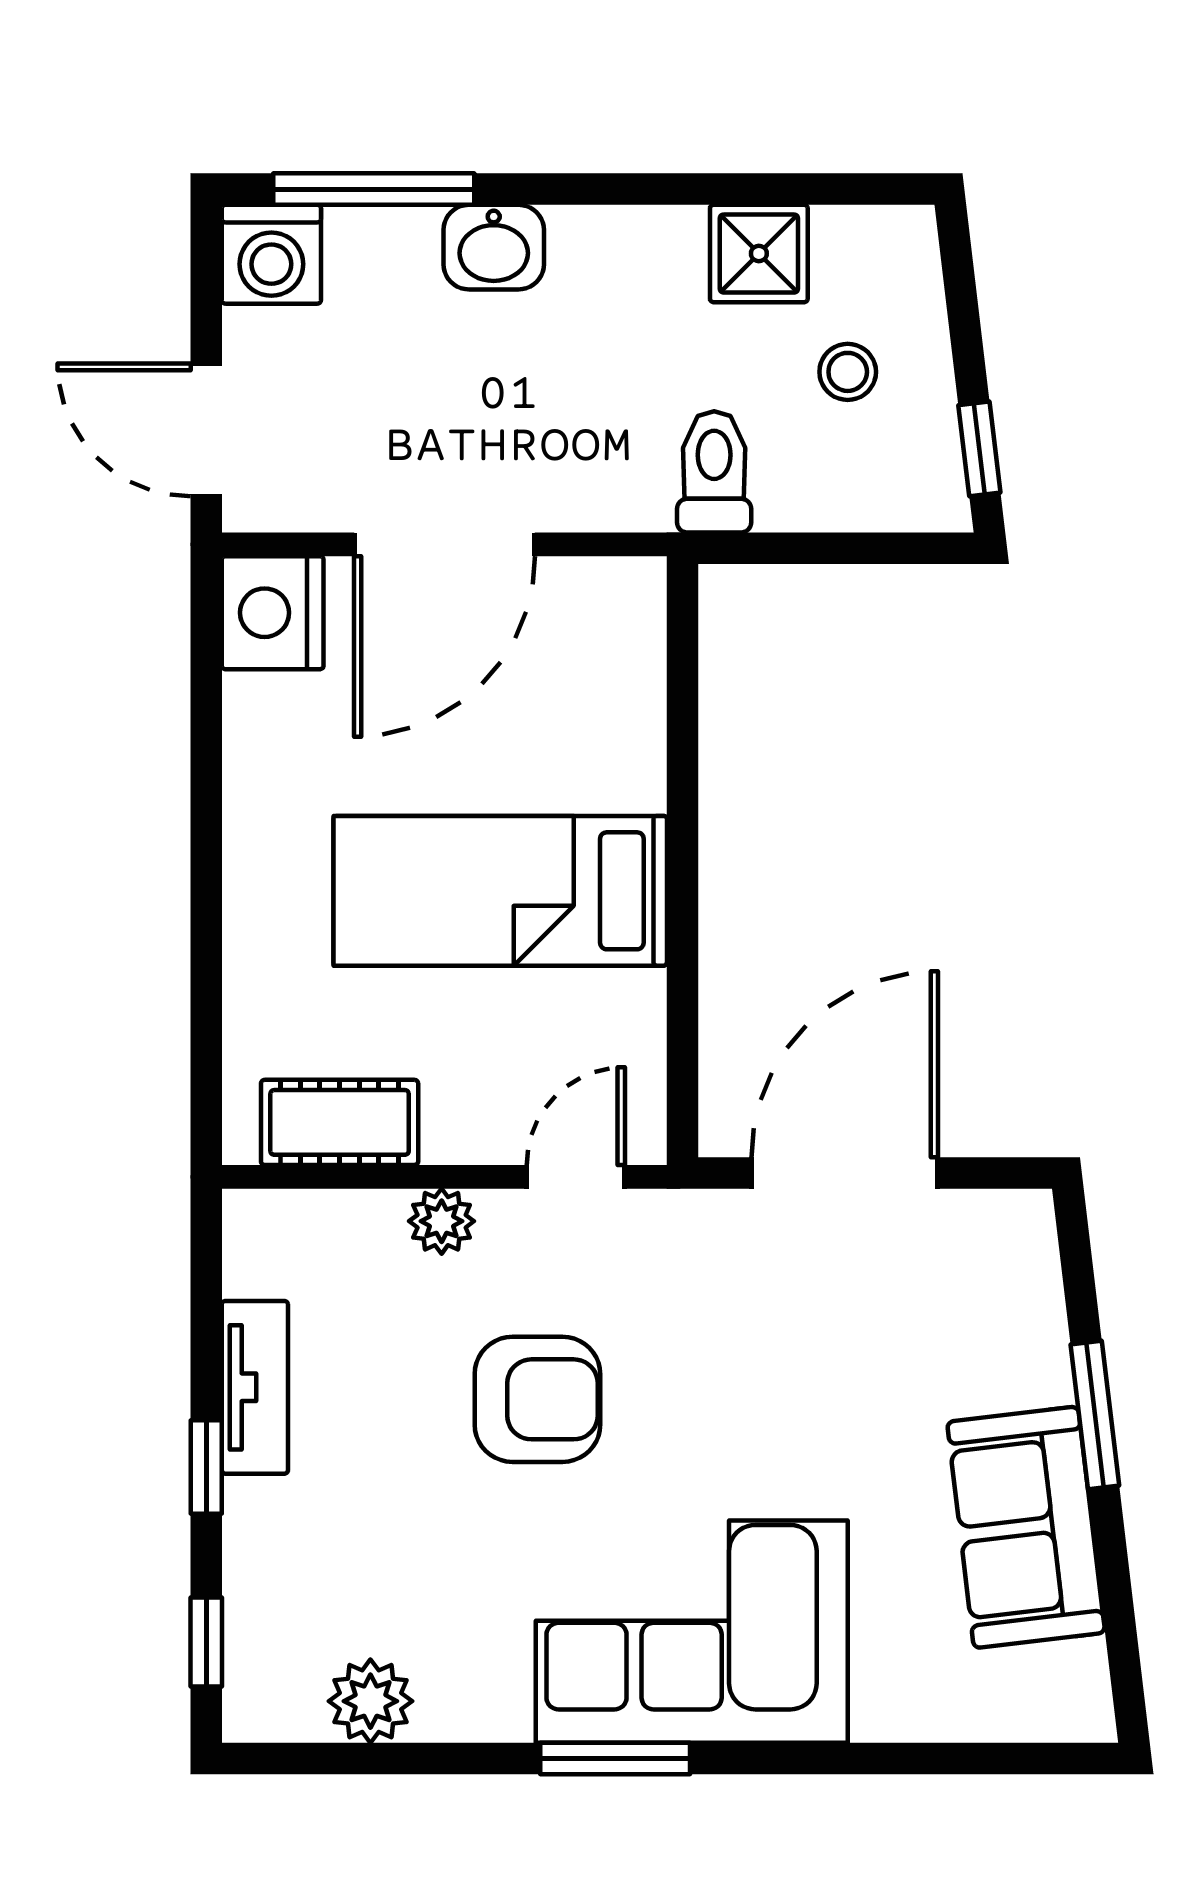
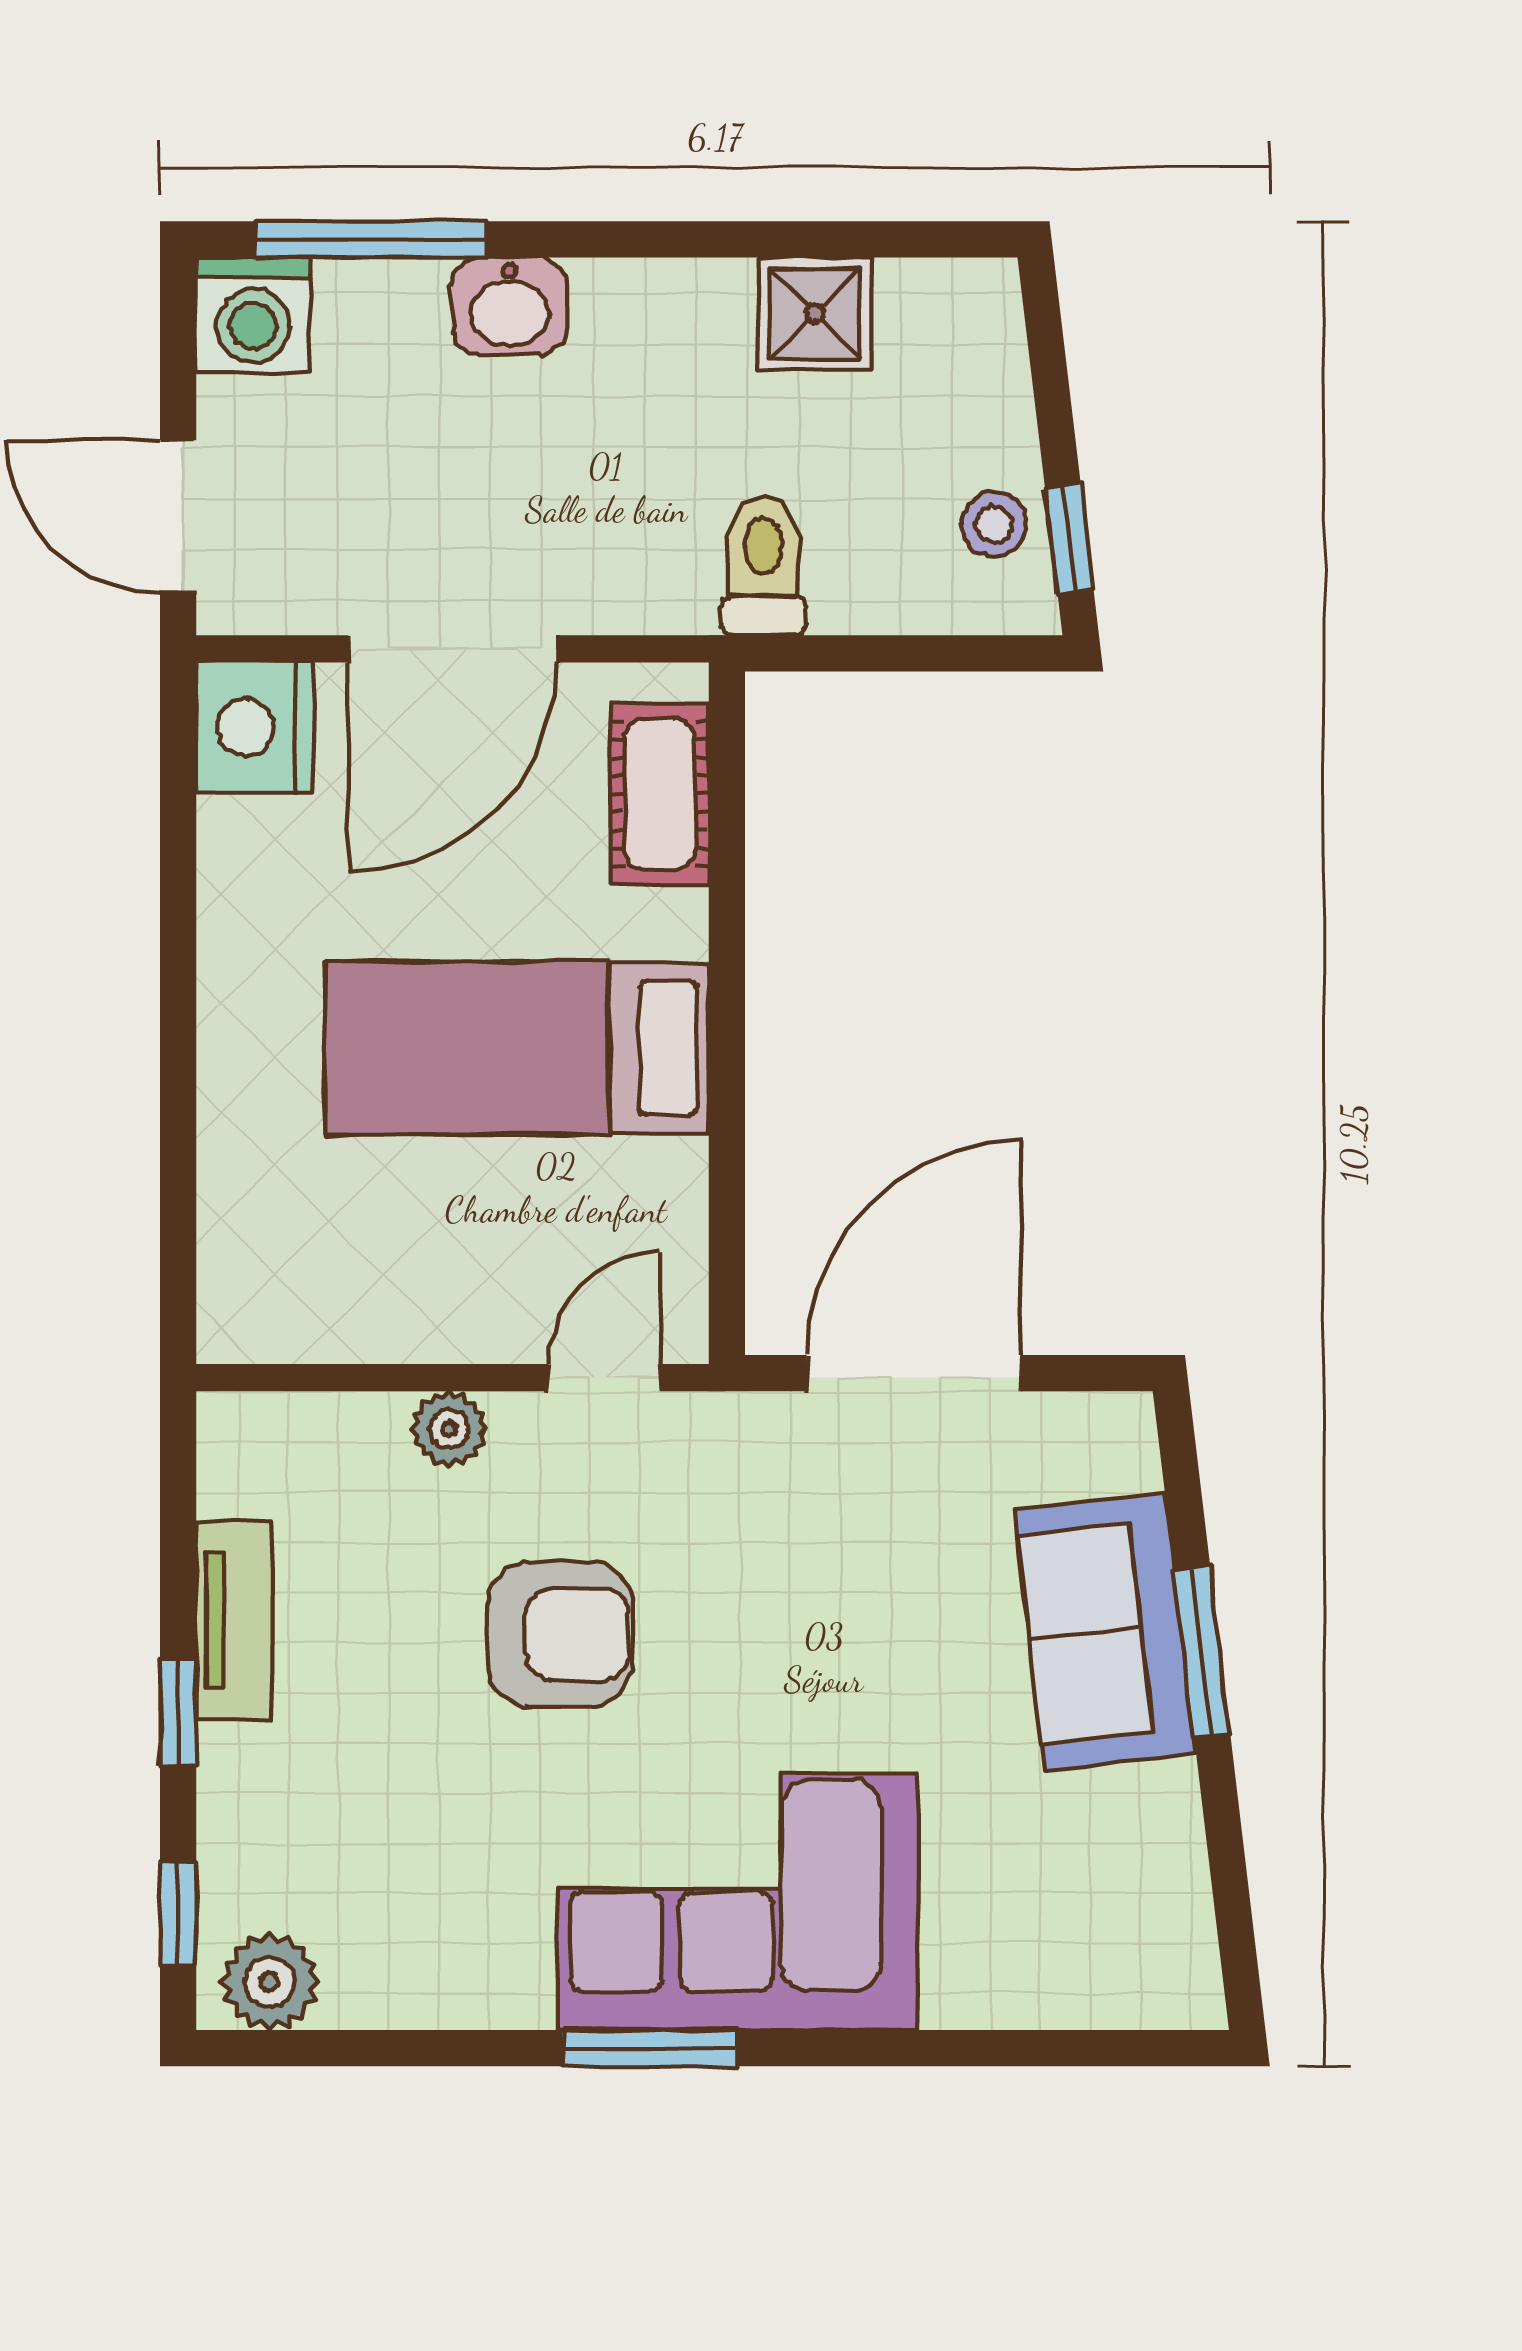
stool: (848, 372) -> (994, 524), moved
cot: (340, 1122) -> (660, 794), moved, turned 90
sofa: (1026, 1527) -> (1105, 1631), moved
plant: (370, 1701) -> (270, 1982), moved

